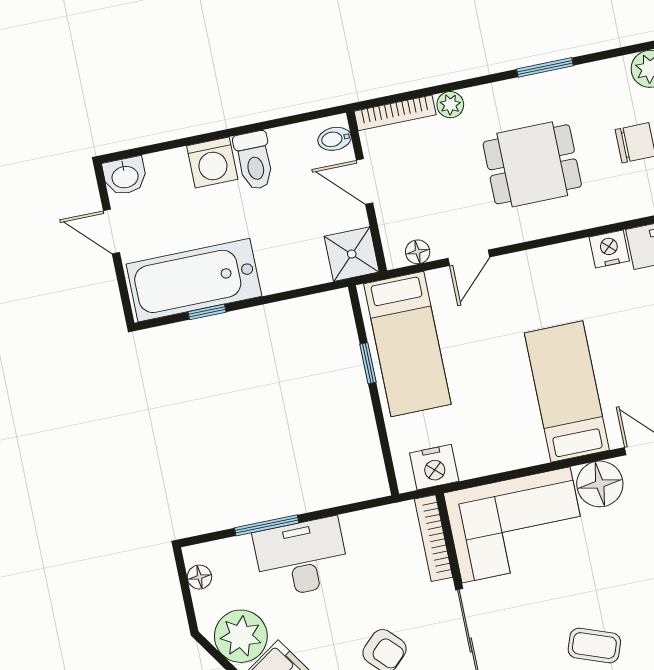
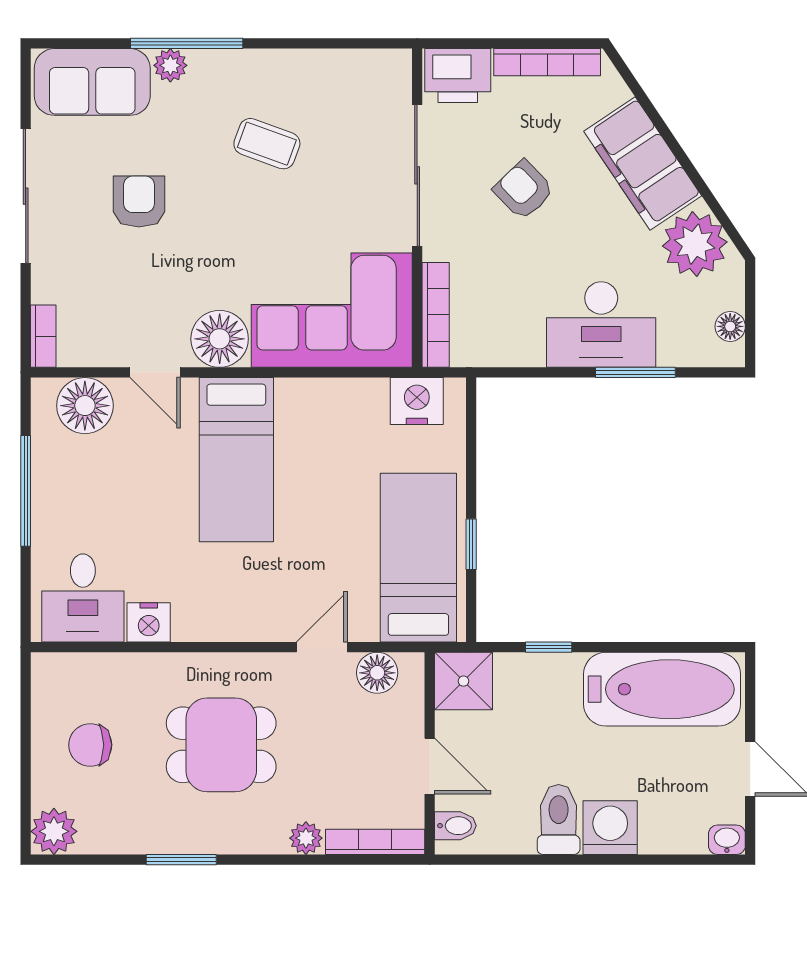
washbasin: (125, 176) -> (727, 840), width x0.72, depth x0.69
floor lamp: (418, 252) -> (377, 673), width x1.37, depth x1.37
window: (207, 312) -> (549, 647), moved

